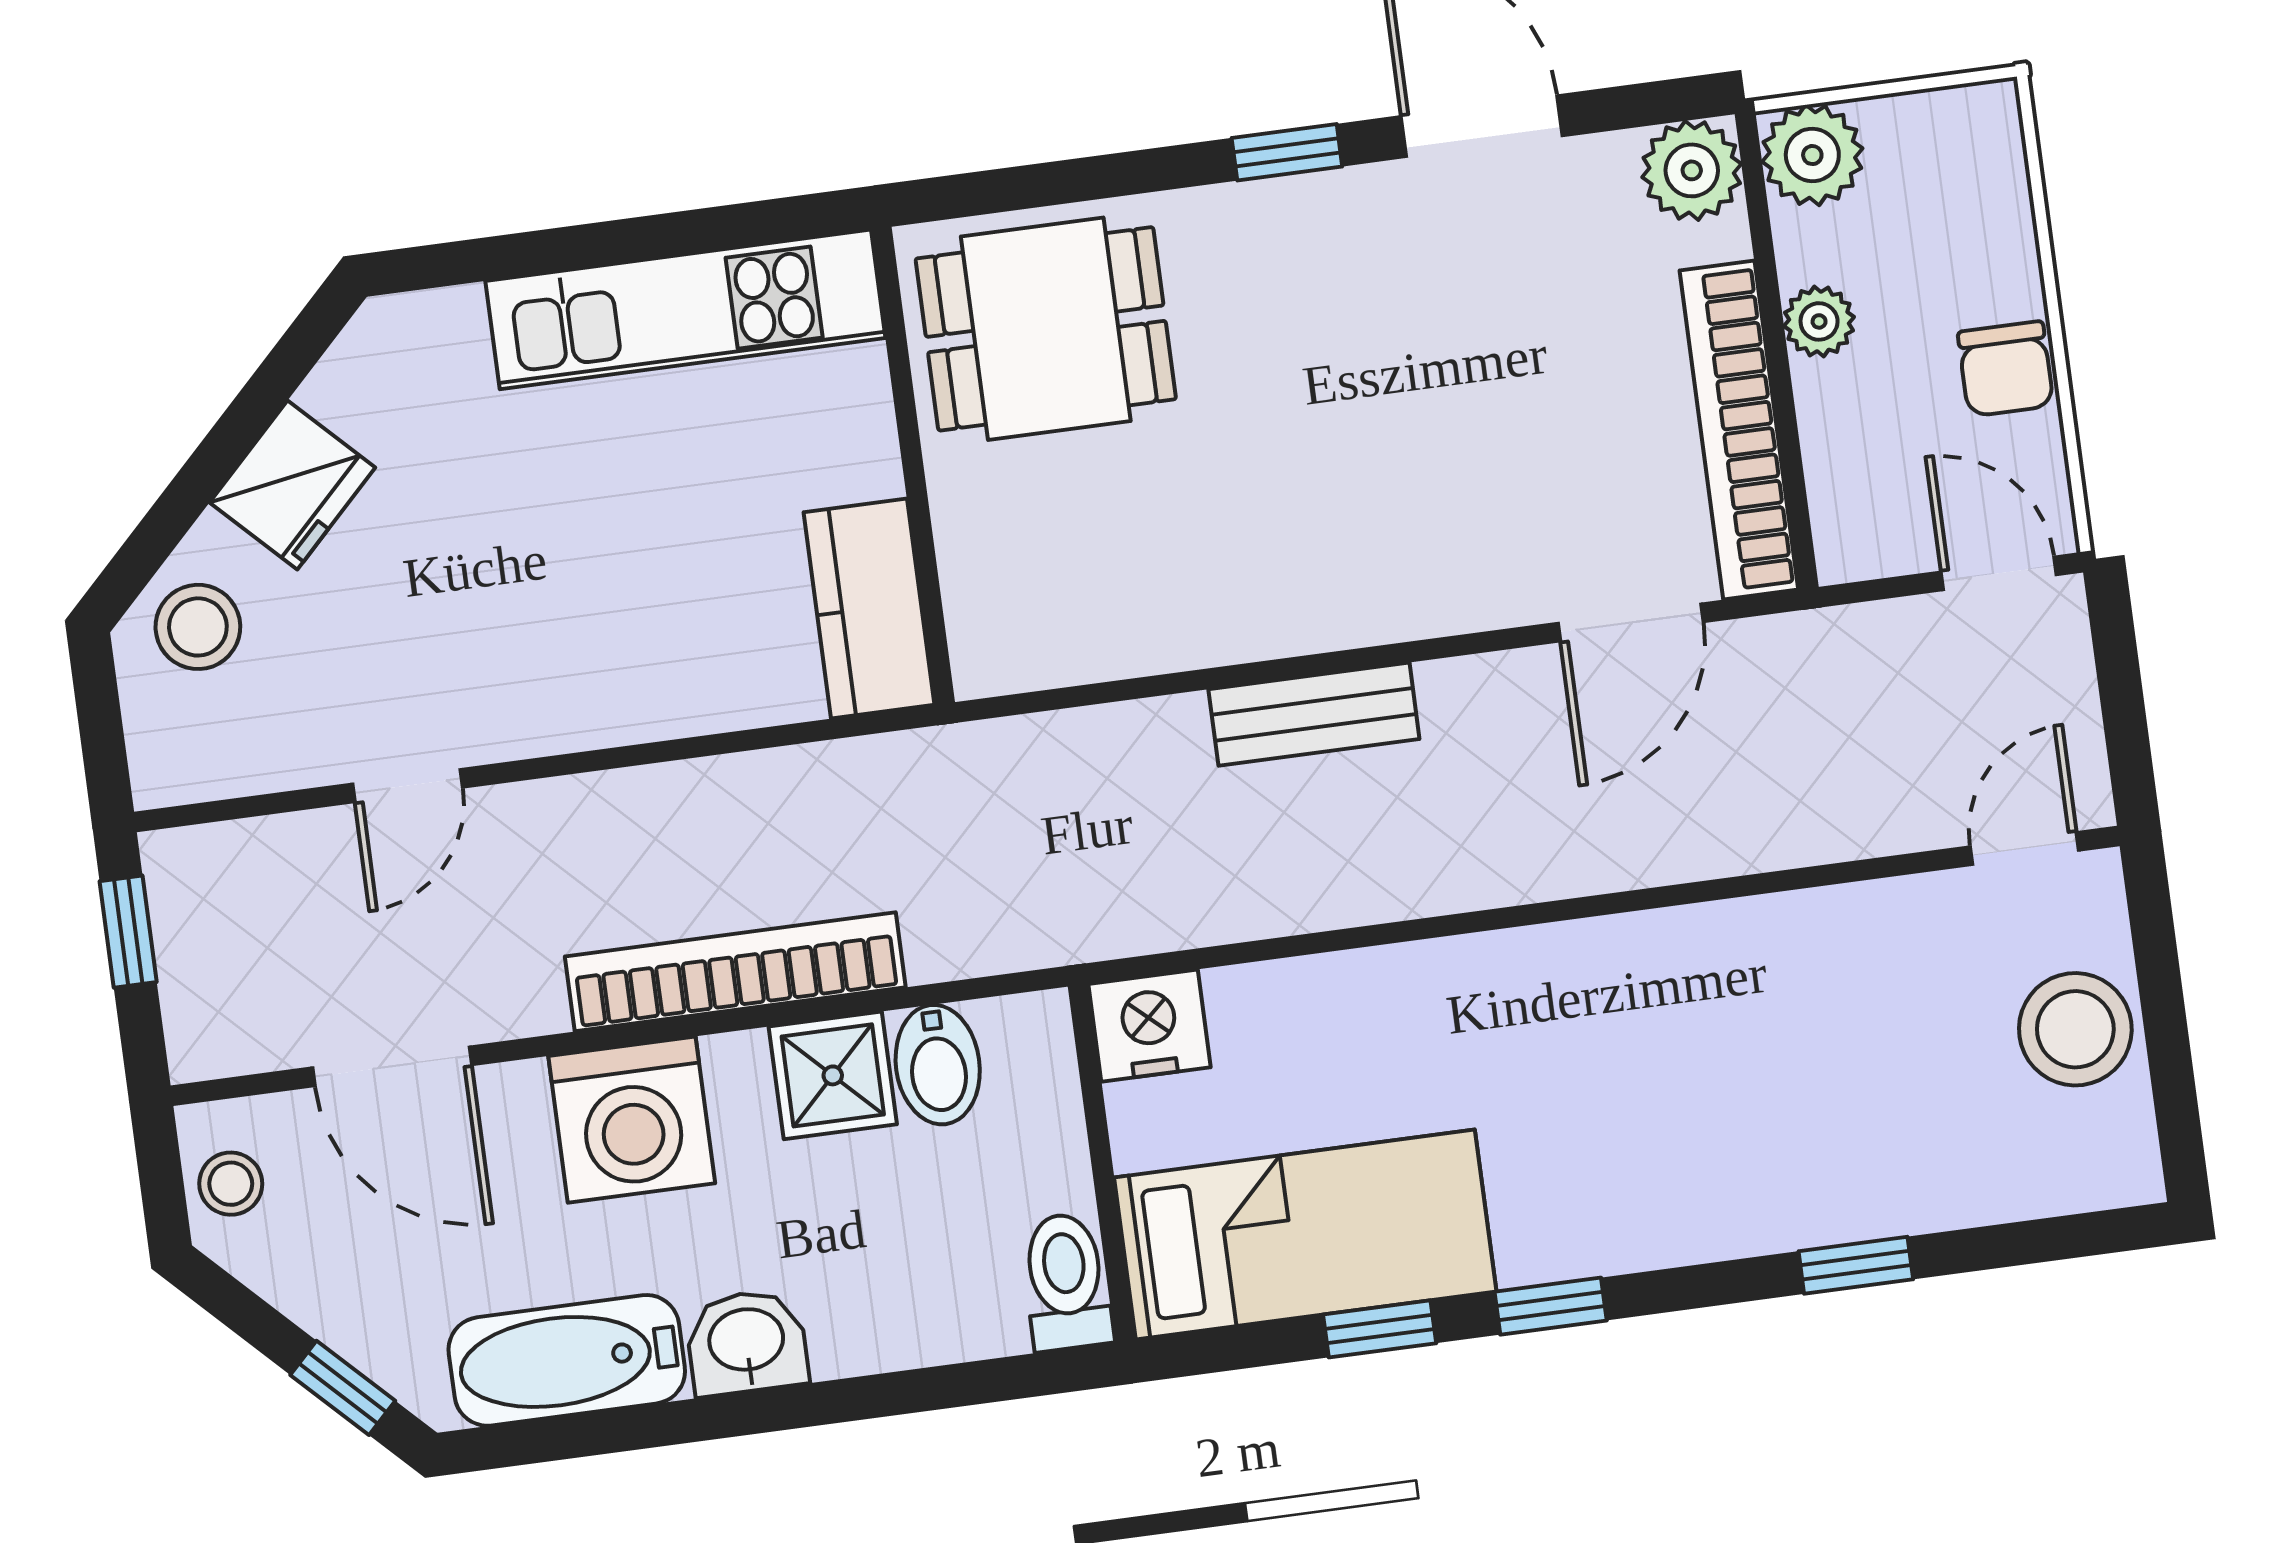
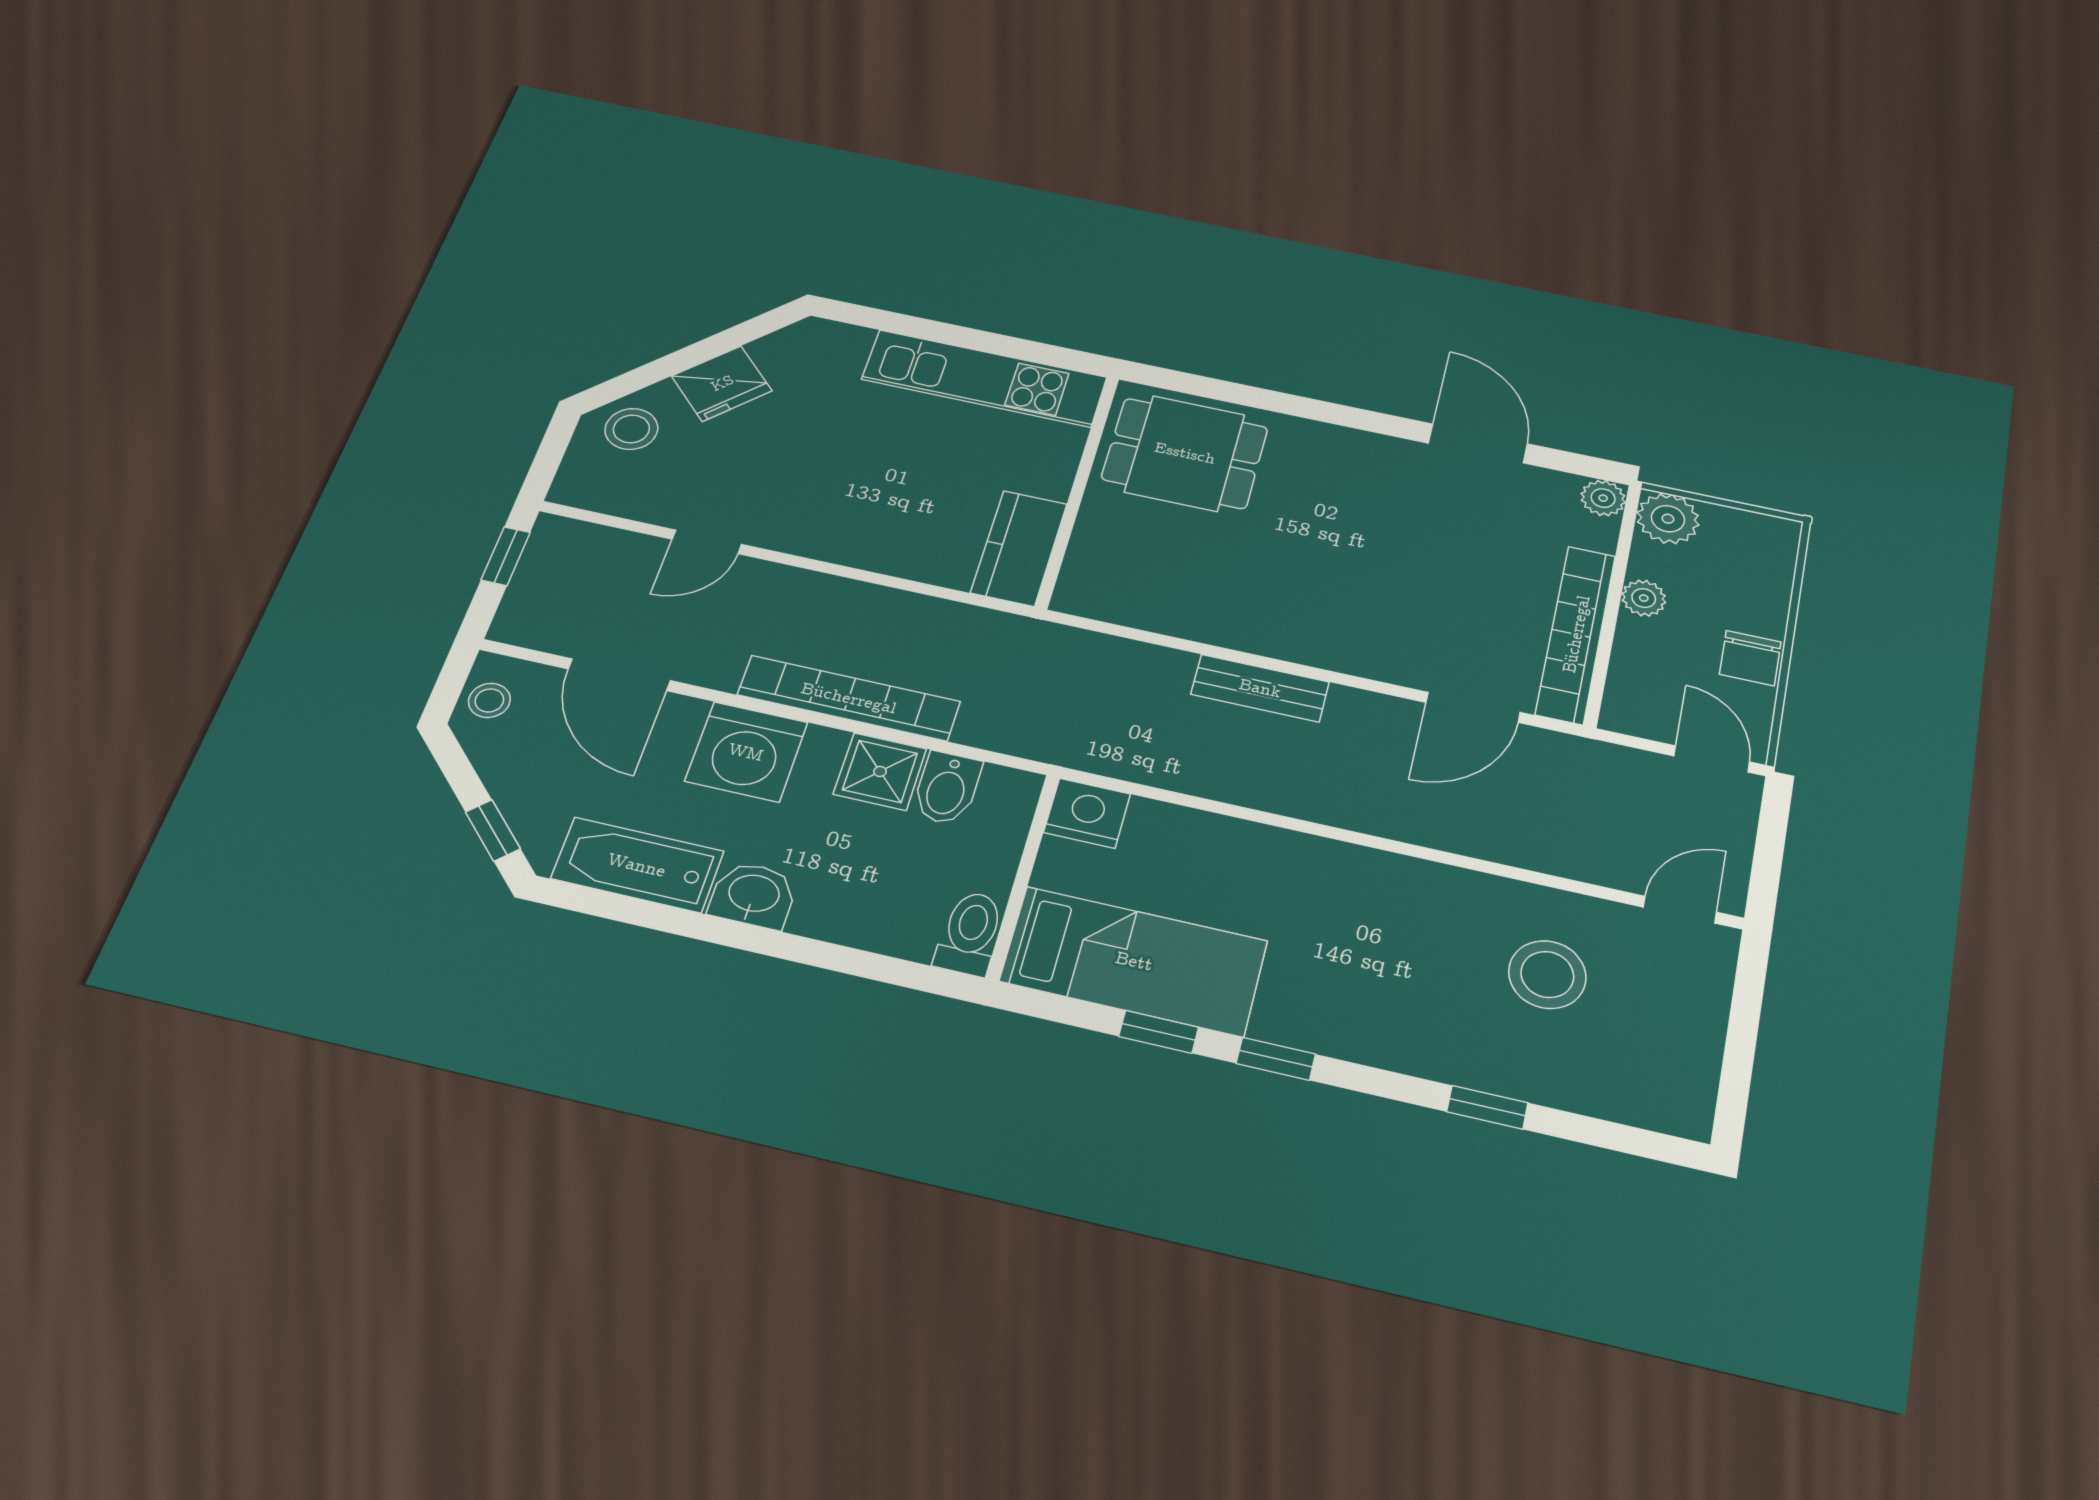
window: (1287, 152) -> (1360, 419), removed
plant: (1692, 170) -> (1603, 498), width x0.73, depth x0.73
stool: (2075, 1029) -> (1547, 975), moved

